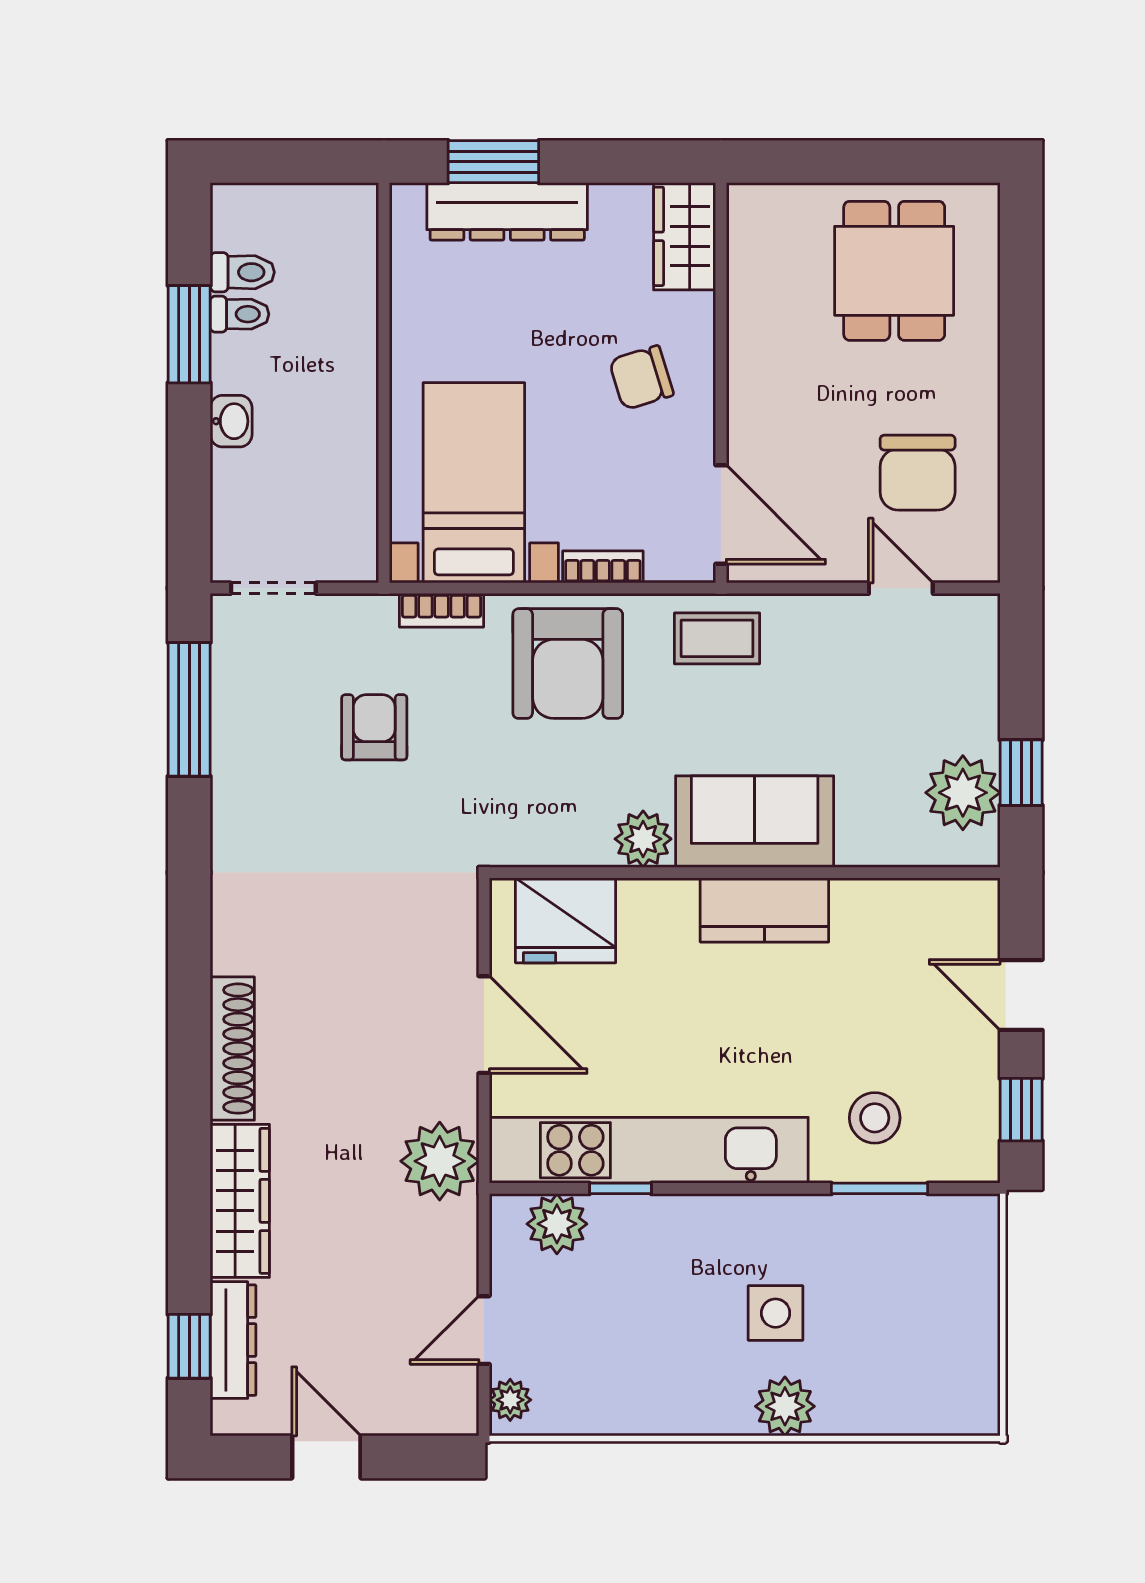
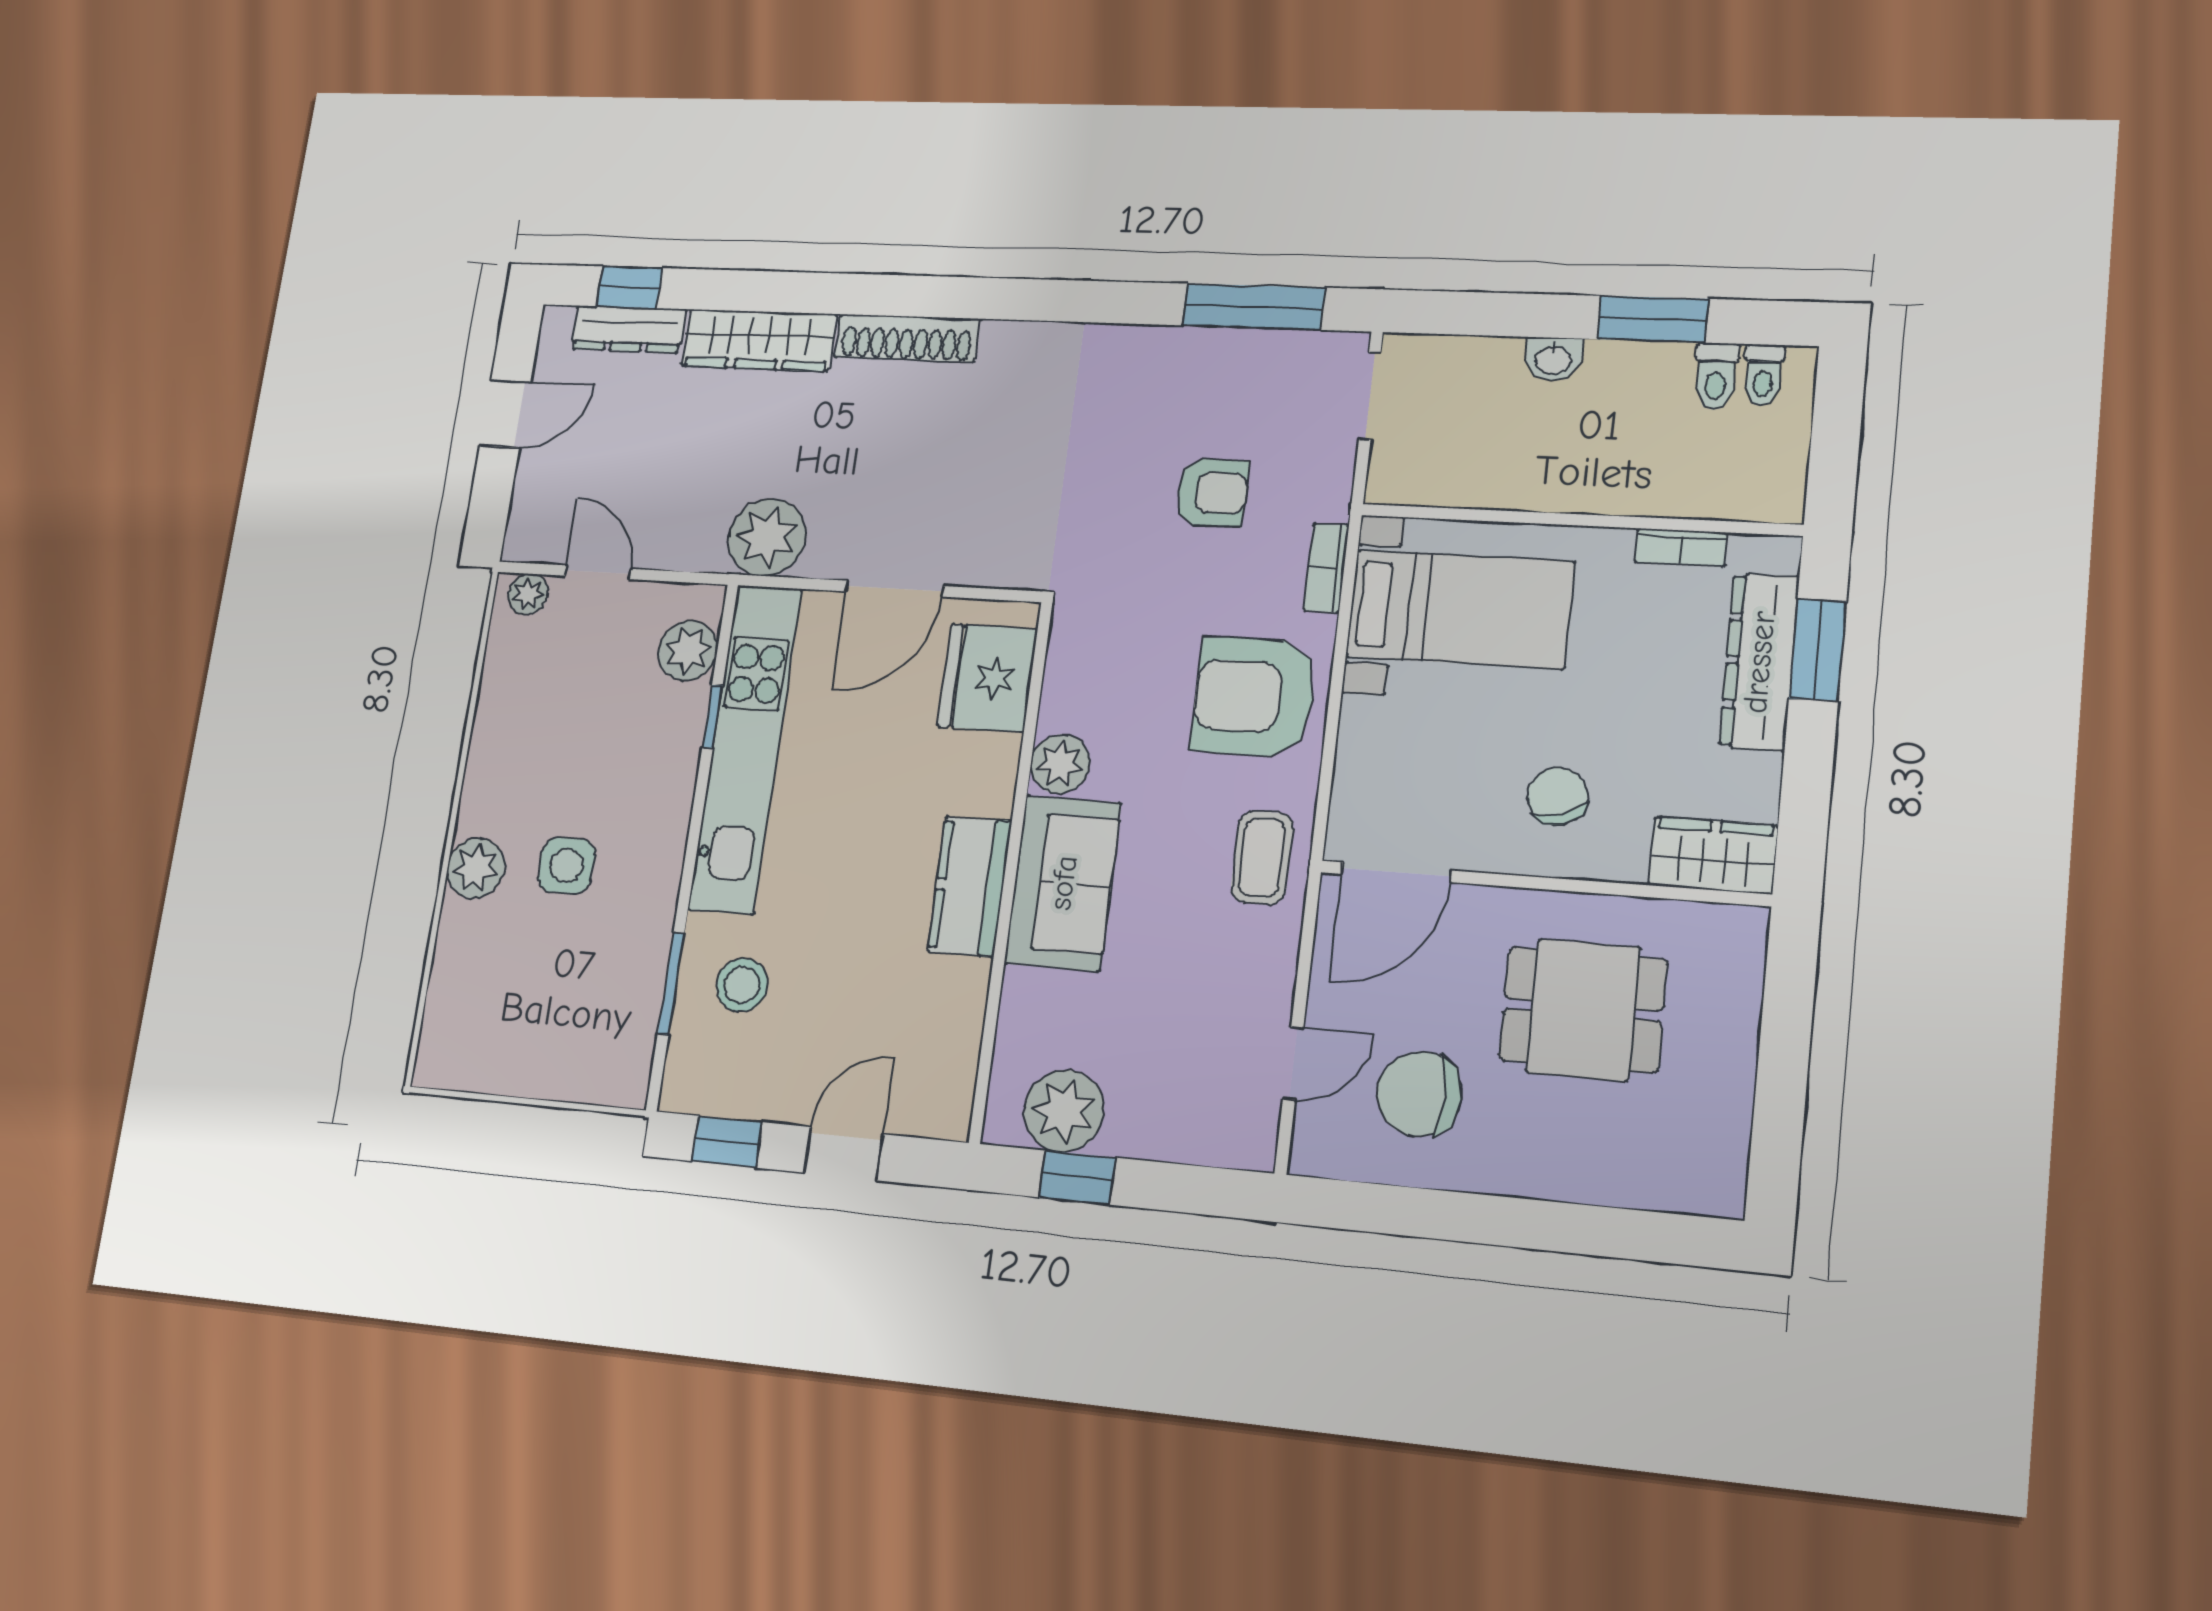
dining table: (894, 271) -> (1583, 1010), moved
toilet: (240, 314) -> (1763, 375), moved
bookcase: (603, 567) -> (1681, 547), moved, turned 90

